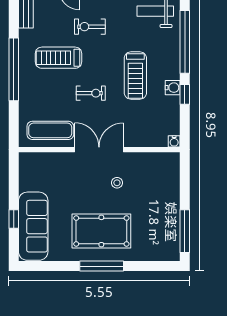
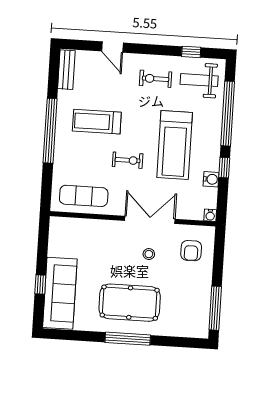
exercise bike: (90, 27) -> (156, 79), moved
treadmill: (135, 76) -> (175, 145), width x1.37, depth x1.37
water cooler: (173, 88) -> (211, 179), moved
double door: (99, 150) -> (150, 220), moved
armchair: (158, 177) -> (191, 251), added

